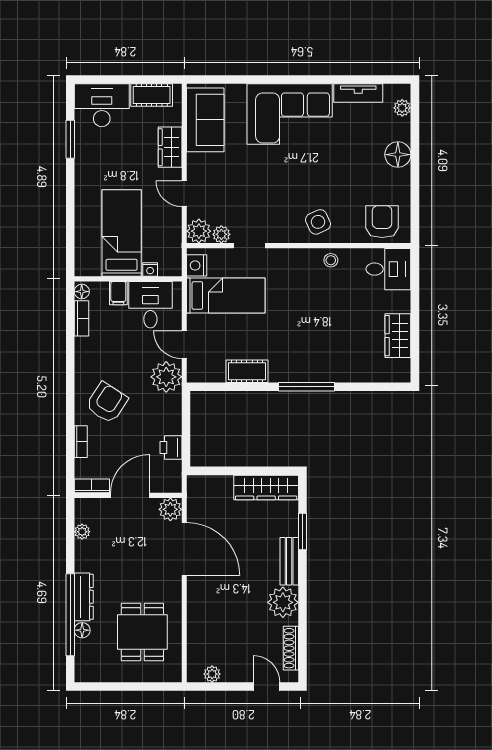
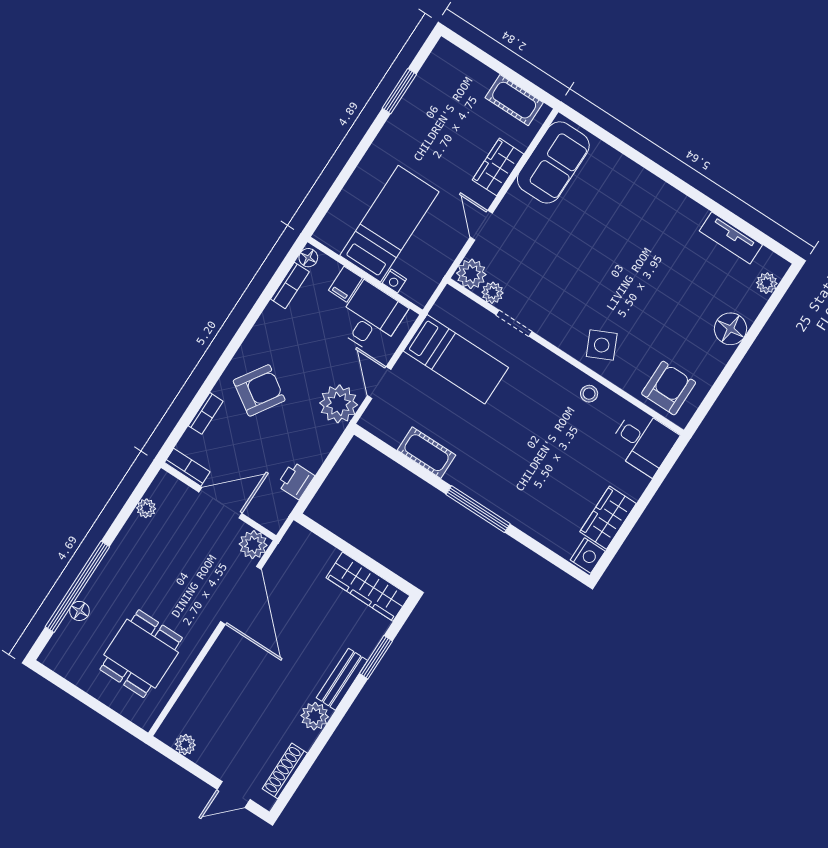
desk: (102, 105) -> (455, 77), removed
corner sofa: (290, 114) -> (645, 213), removed
nightstand: (197, 265) -> (588, 556), moved, turned 180
dresser: (84, 597) -> (104, 577), removed
plant: (283, 602) -> (315, 716), width x0.73, depth x0.73
door: (267, 687) -> (234, 794), swing flipped

